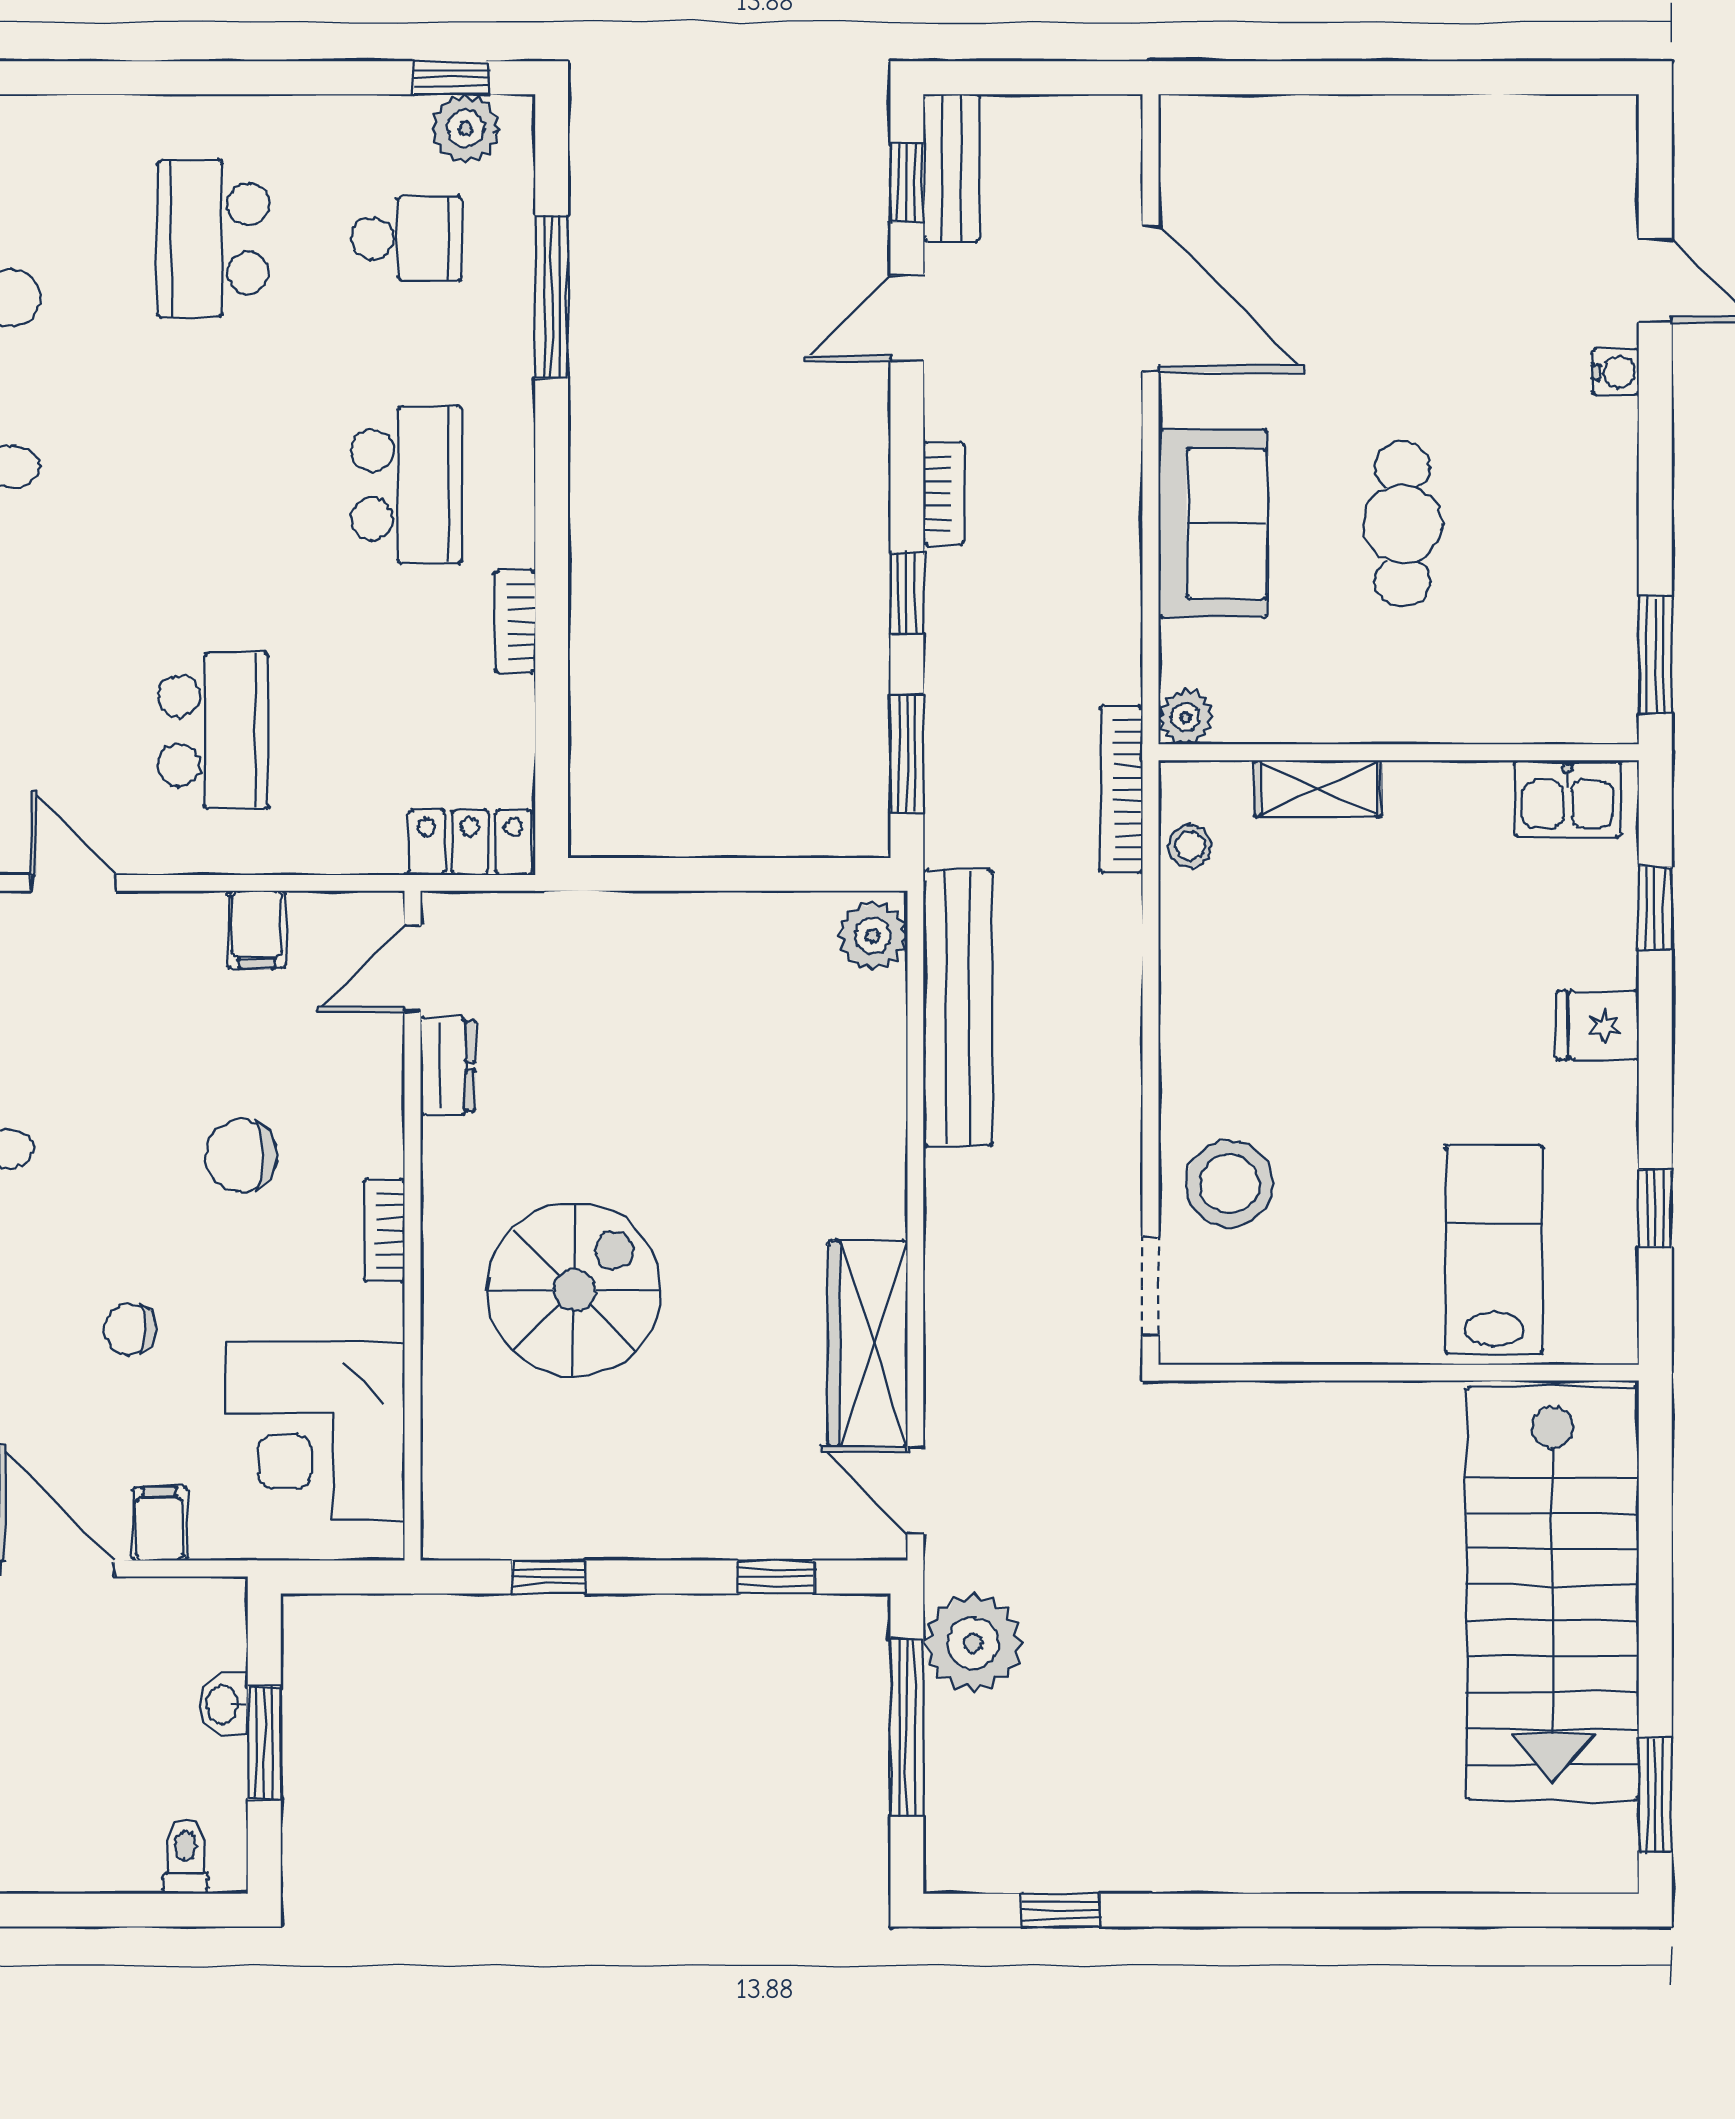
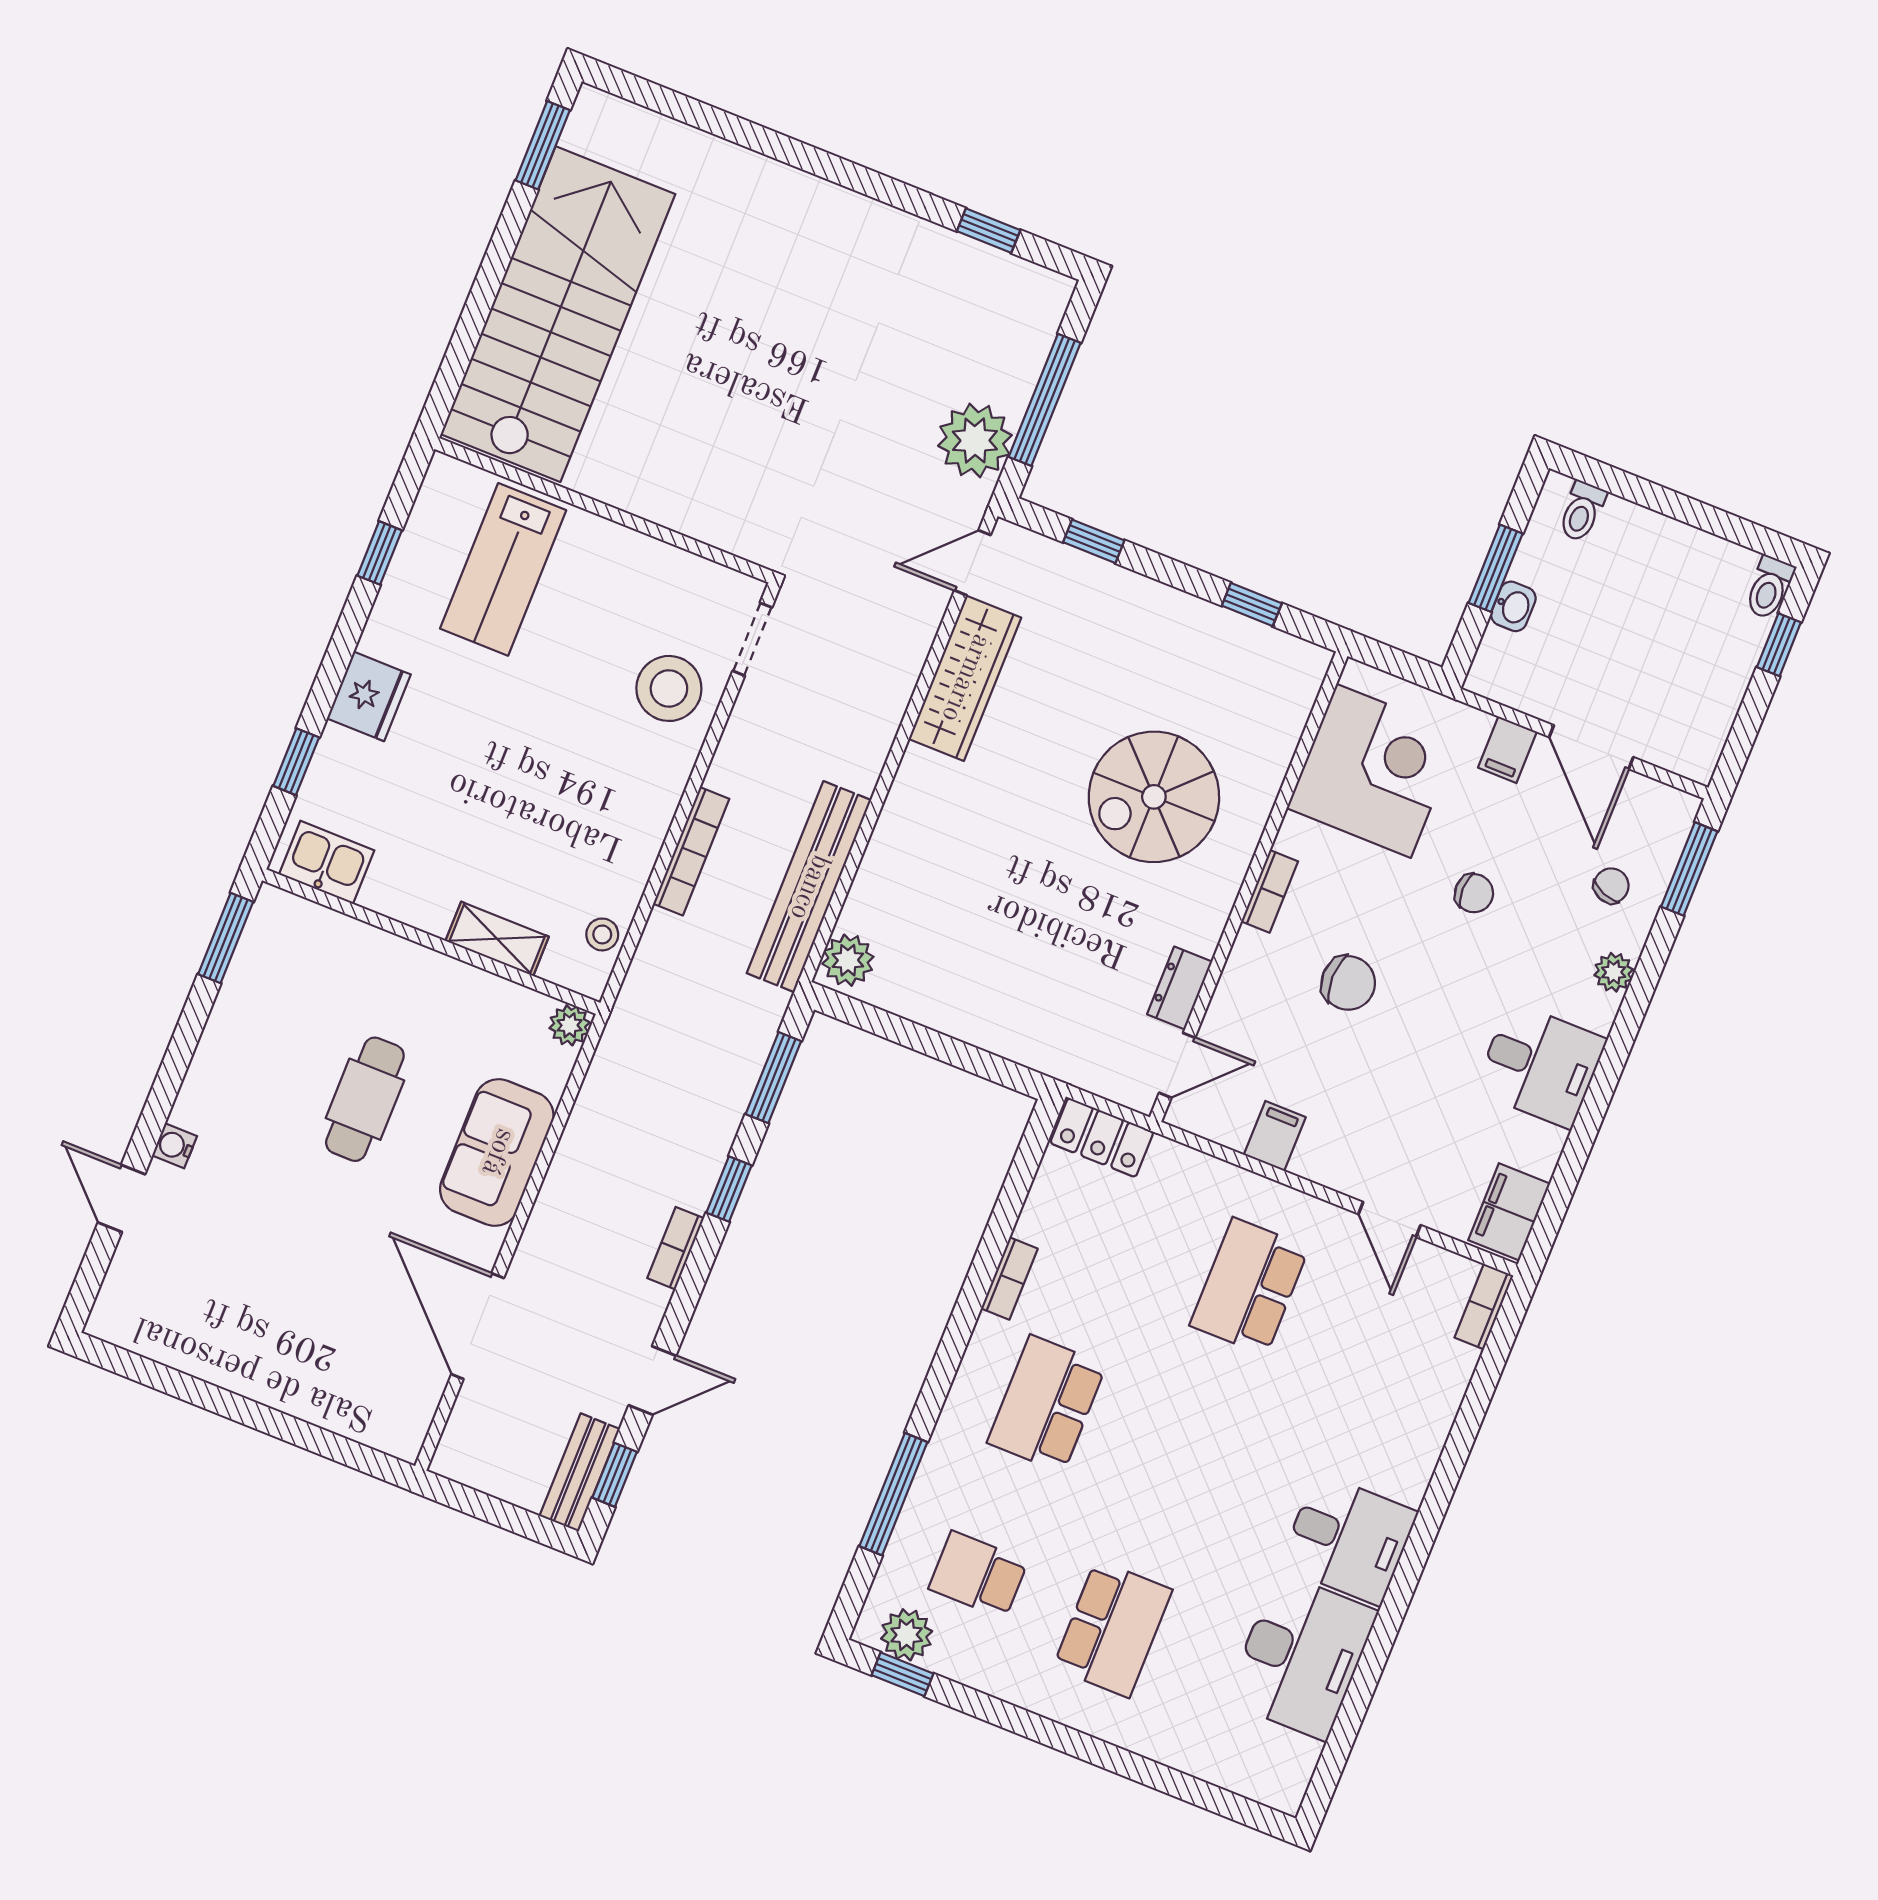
bookcase: (1121, 789) -> (691, 851), moved
fridge: (1598, 1025) -> (369, 696), width x1.38
door: (915, 1491) -> (973, 563), swing flipped

